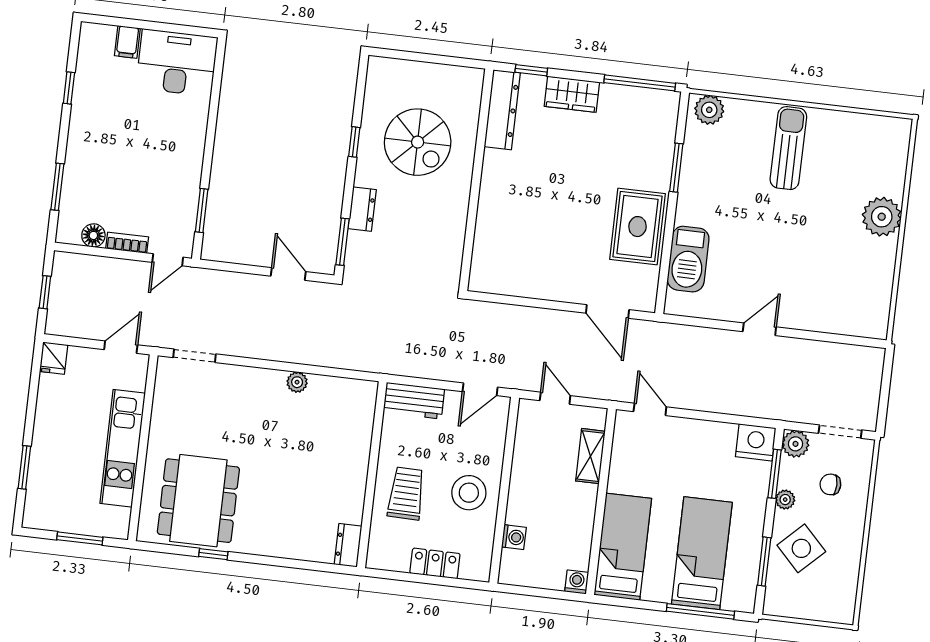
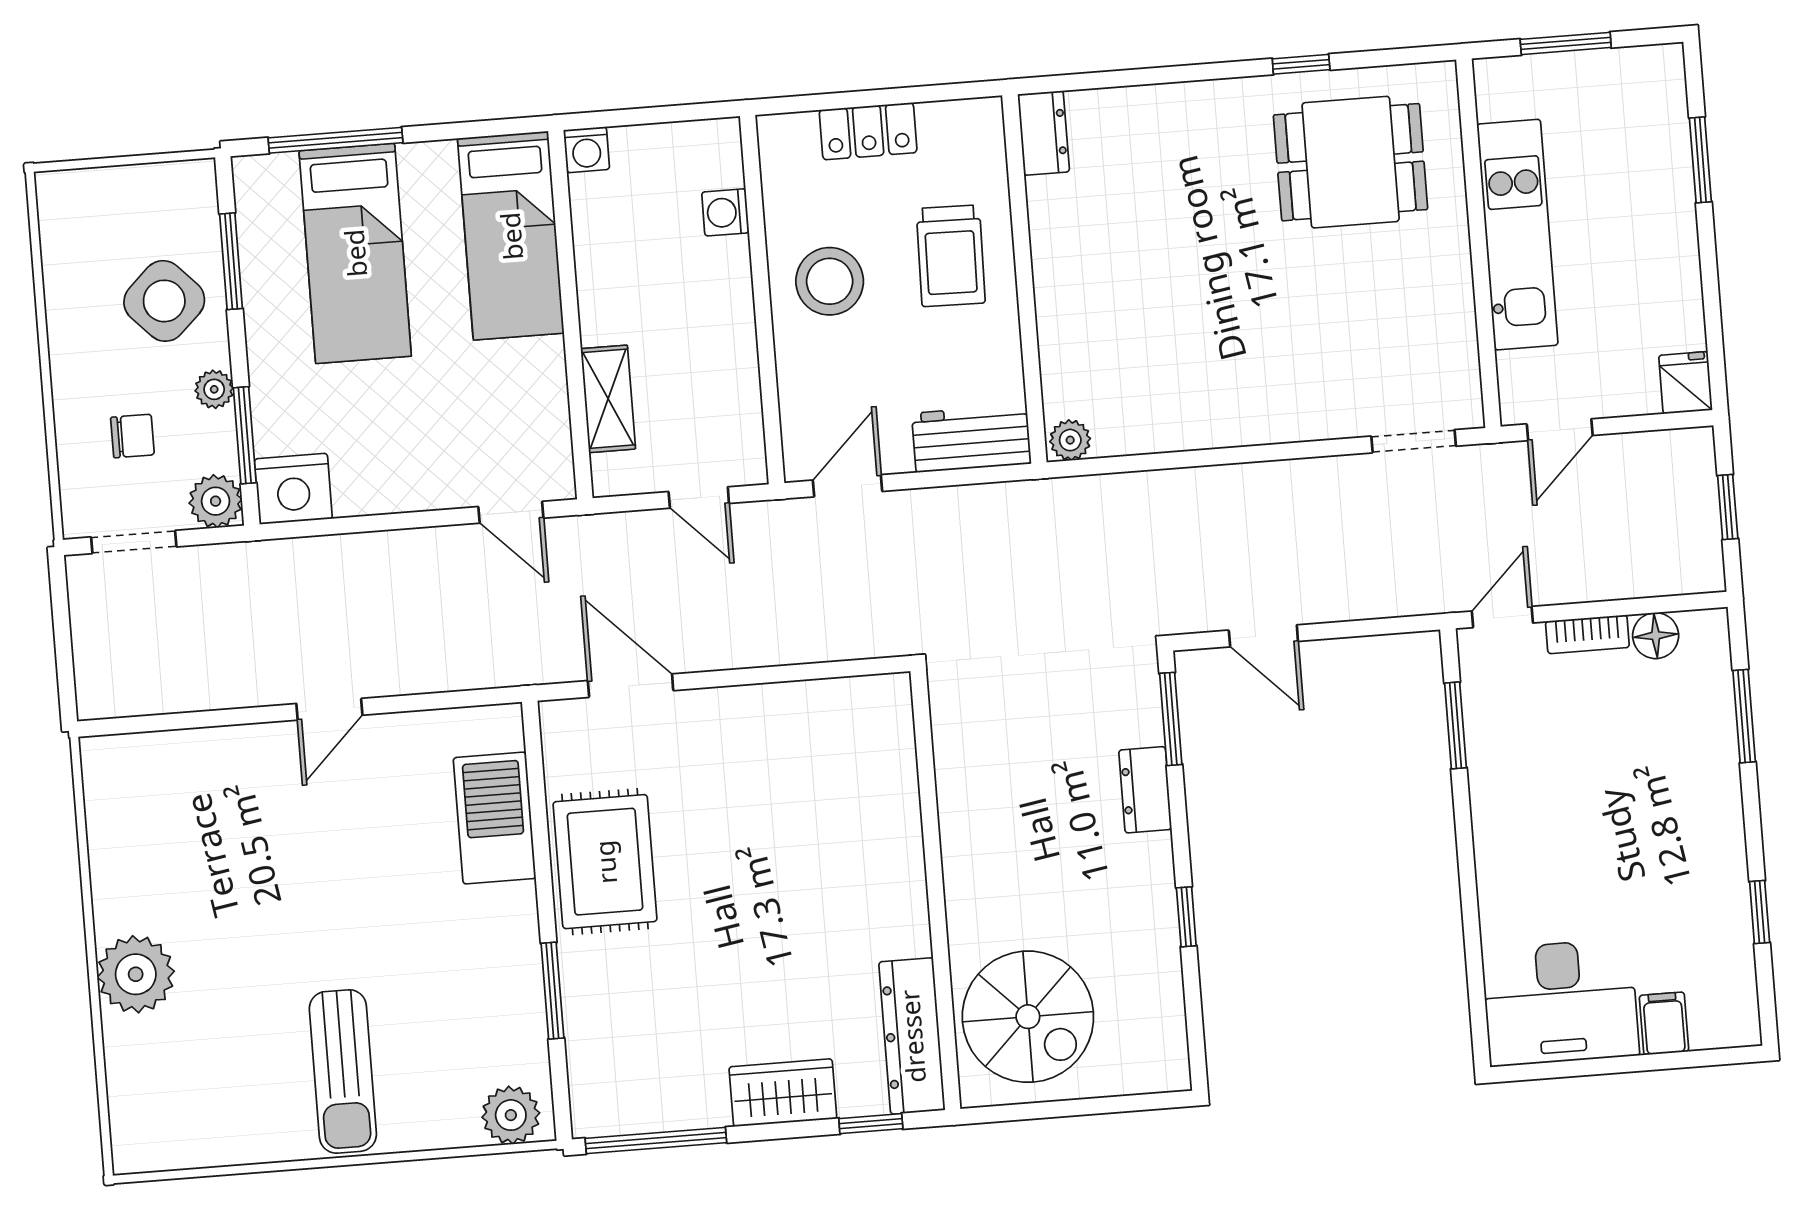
spiral stairs: (418, 142) -> (1028, 1017), moved, turned 180
plant: (297, 382) -> (1070, 440), moved
dining table: (198, 501) -> (1351, 162), width x0.73

